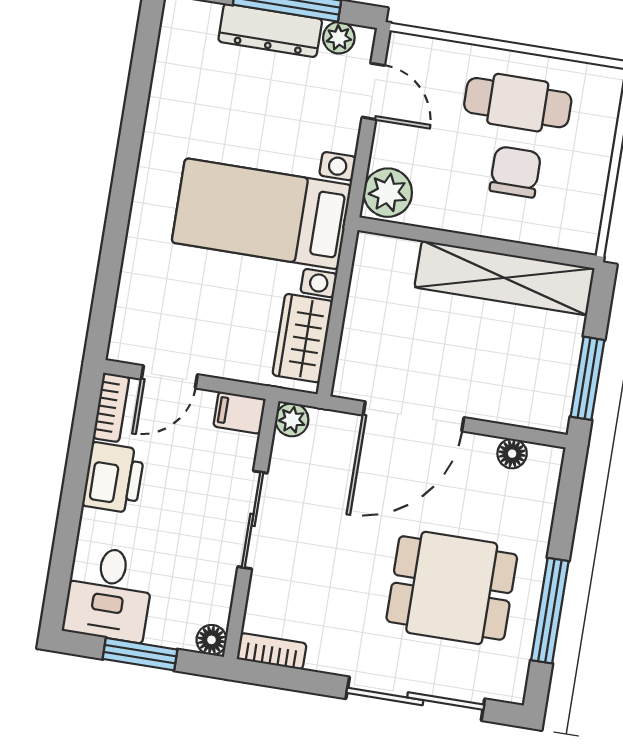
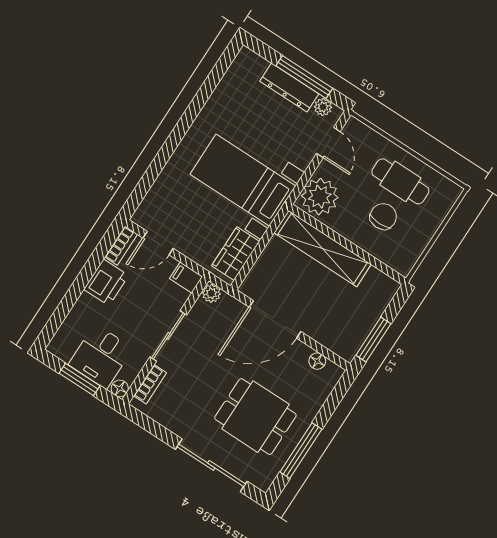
plant: (388, 193) -> (320, 197), width x1.36, depth x1.36
shelving: (504, 278) -> (323, 249), moved
desk: (109, 594) -> (101, 356), moved
bookcase: (272, 651) -> (150, 384), moved, turned 90

